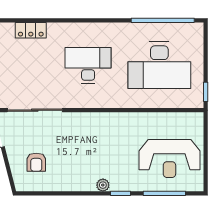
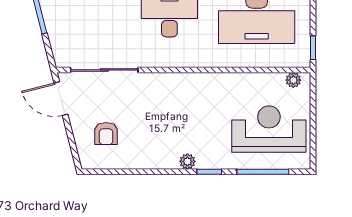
plant: (189, 118) -> (293, 80), added
reception desk: (169, 159) -> (269, 129), turned 180

